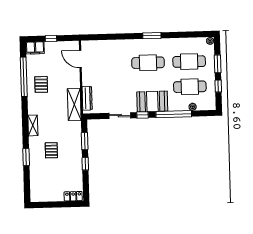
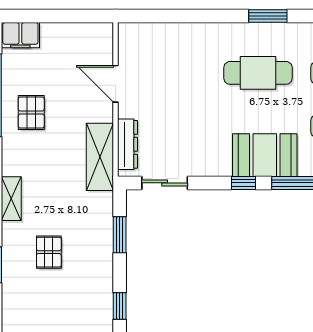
window: (51, 38) -> (55, 16), removed
door: (80, 59) -> (115, 84), moved
sliding door: (120, 116) -> (165, 183), moved
window: (85, 164) -> (120, 306), moved

